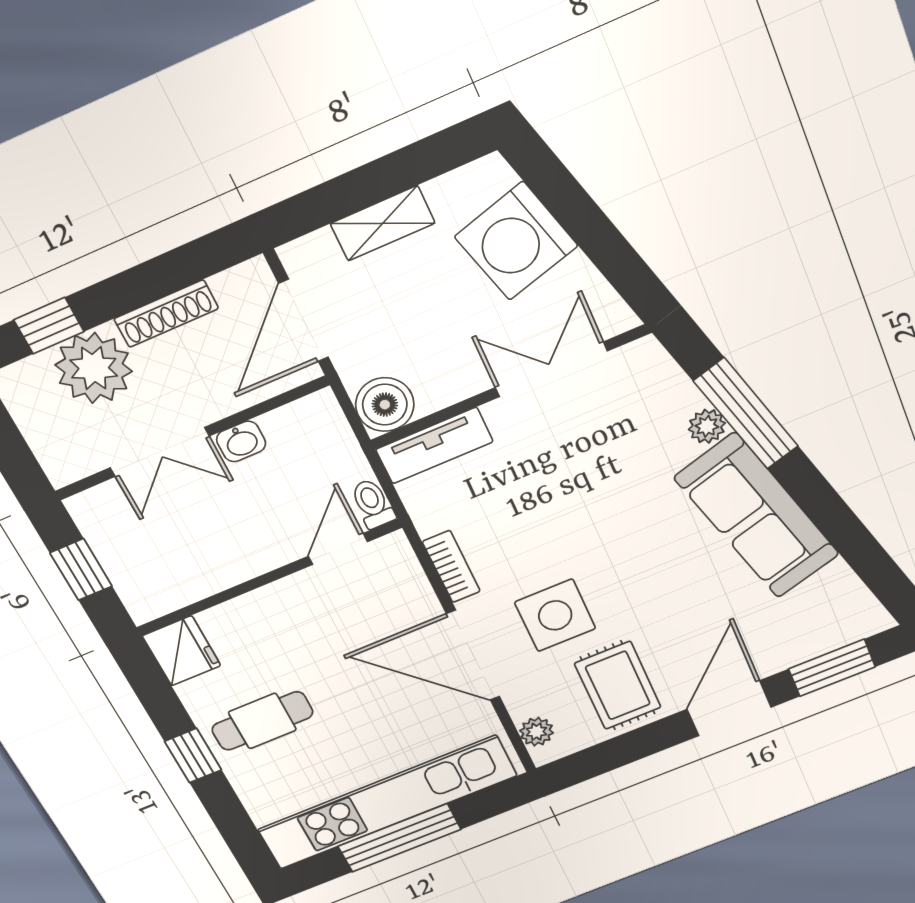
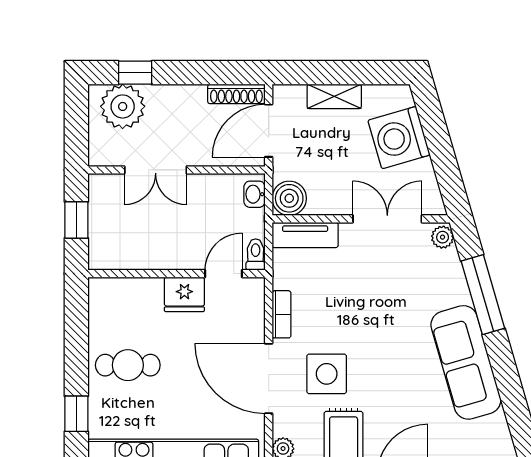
shoe rack: (166, 314) -> (236, 94), moved
plant: (94, 368) -> (123, 106), moved
plant: (707, 426) -> (443, 237), moved
washbasin: (241, 441) -> (254, 194), moved, turned 90
fridge: (182, 651) -> (184, 294), moved, turned 90
window: (193, 756) -> (76, 414), moved

